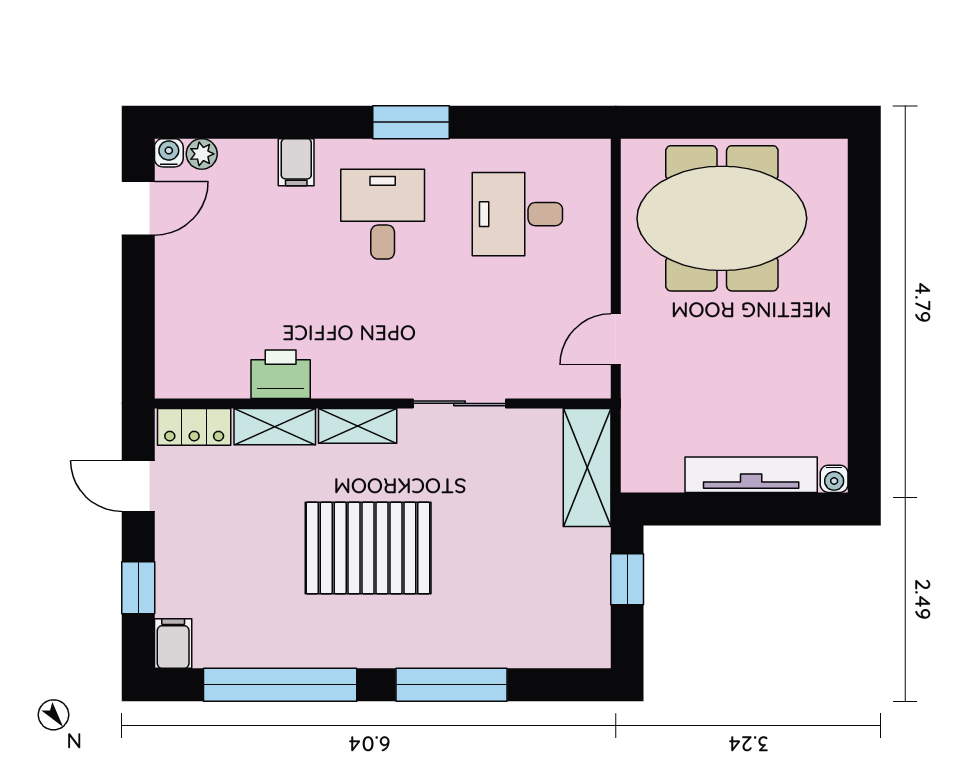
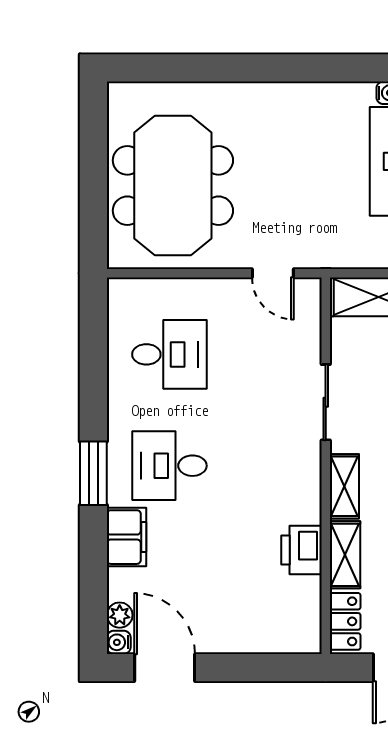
window: (411, 122) -> (93, 473), moved
filing cabinet: (296, 162) -> (126, 537), width x2.00
door: (138, 208) -> (165, 668), width x1.38
desk: (517, 214) -> (169, 354), turned -90

